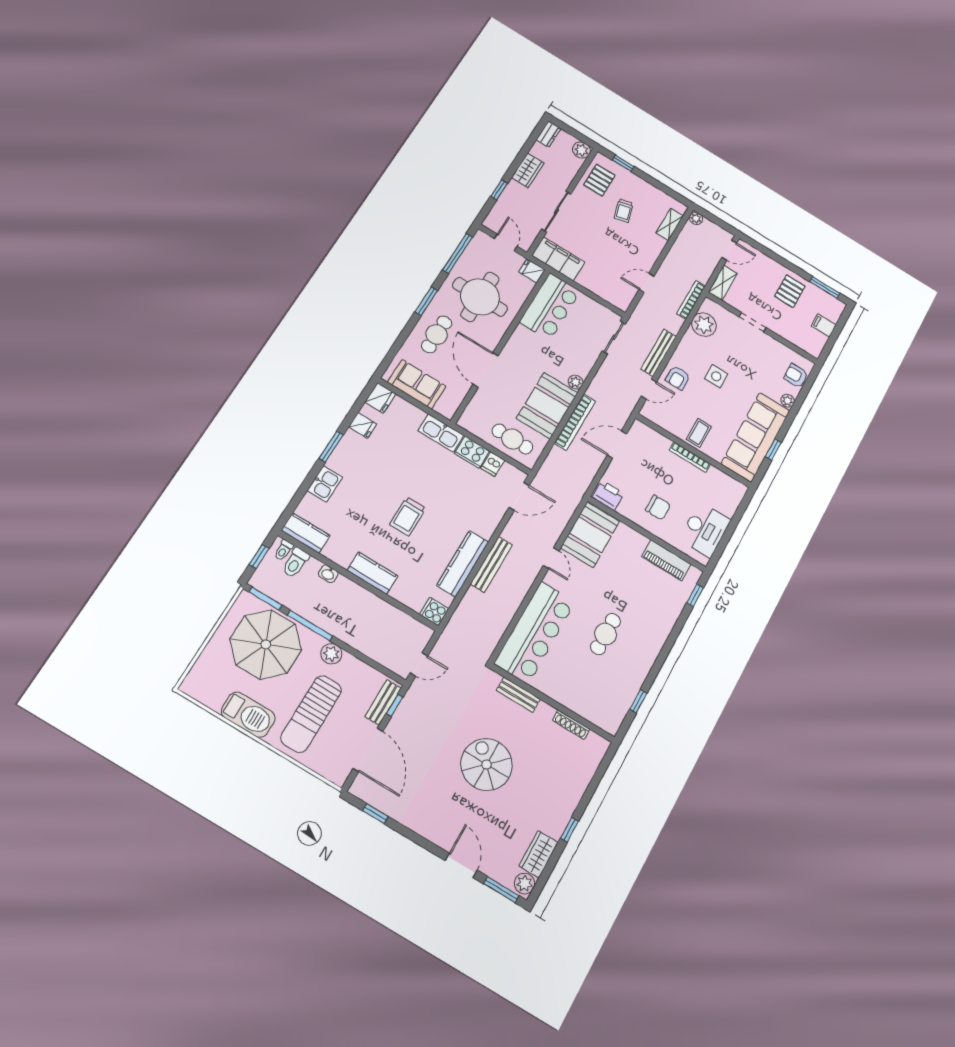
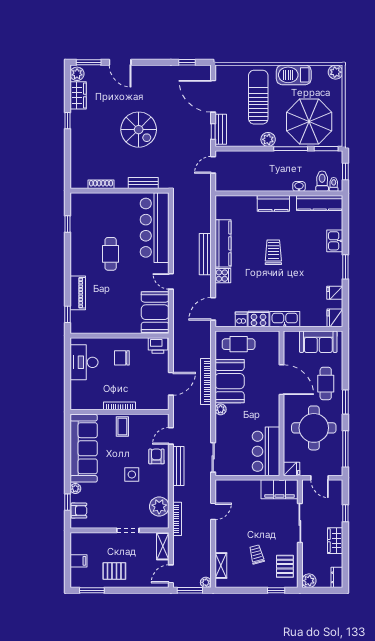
window: (718, 222) -> (190, 590), added
pallet: (790, 291) -> (114, 571), turned 90
window: (773, 450) -> (68, 502), moved
kitchen counter: (306, 533) -> (320, 203), width x1.50
piano: (666, 560) -> (78, 293), moved, turned 90
cooker: (434, 612) -> (223, 276), moved
plant: (192, 686) -> (336, 72), added

